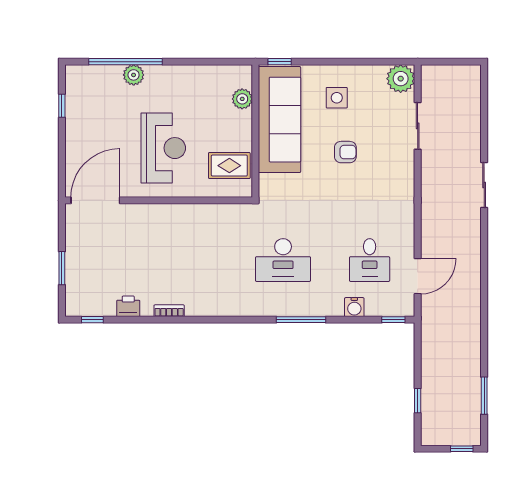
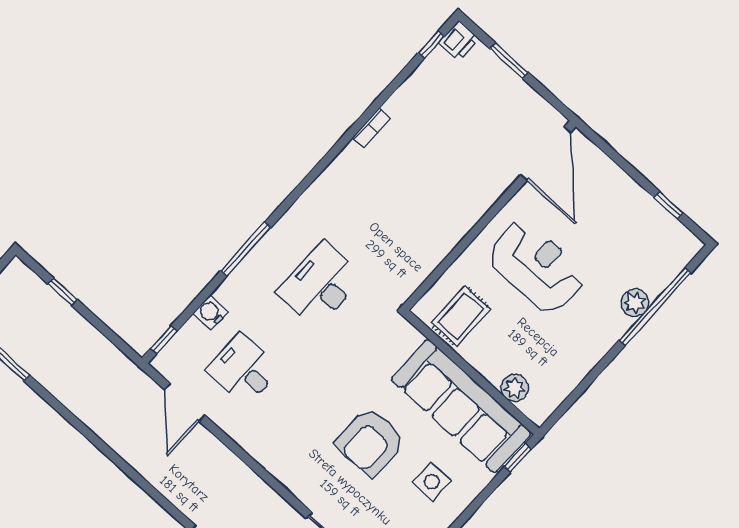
reception desk: (163, 148) -> (537, 267), turned 180
armchair: (345, 152) -> (371, 442), width x1.88, depth x1.88
printer: (128, 306) -> (459, 41), moved

